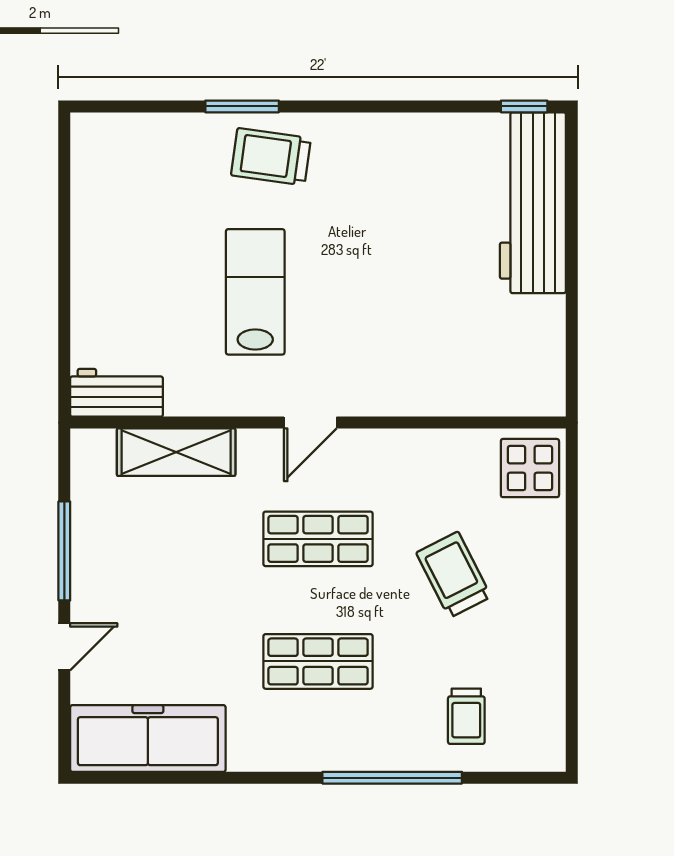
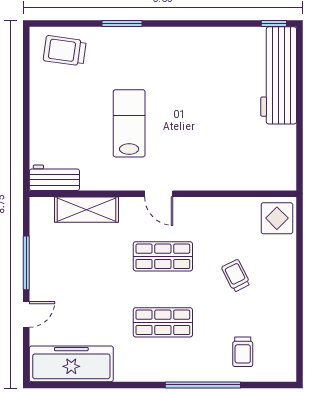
trolley: (271, 157) -> (65, 51), moved
door: (310, 423) -> (159, 194), hinge flipped
trolley: (454, 575) -> (236, 276), width x0.73, depth x0.72

